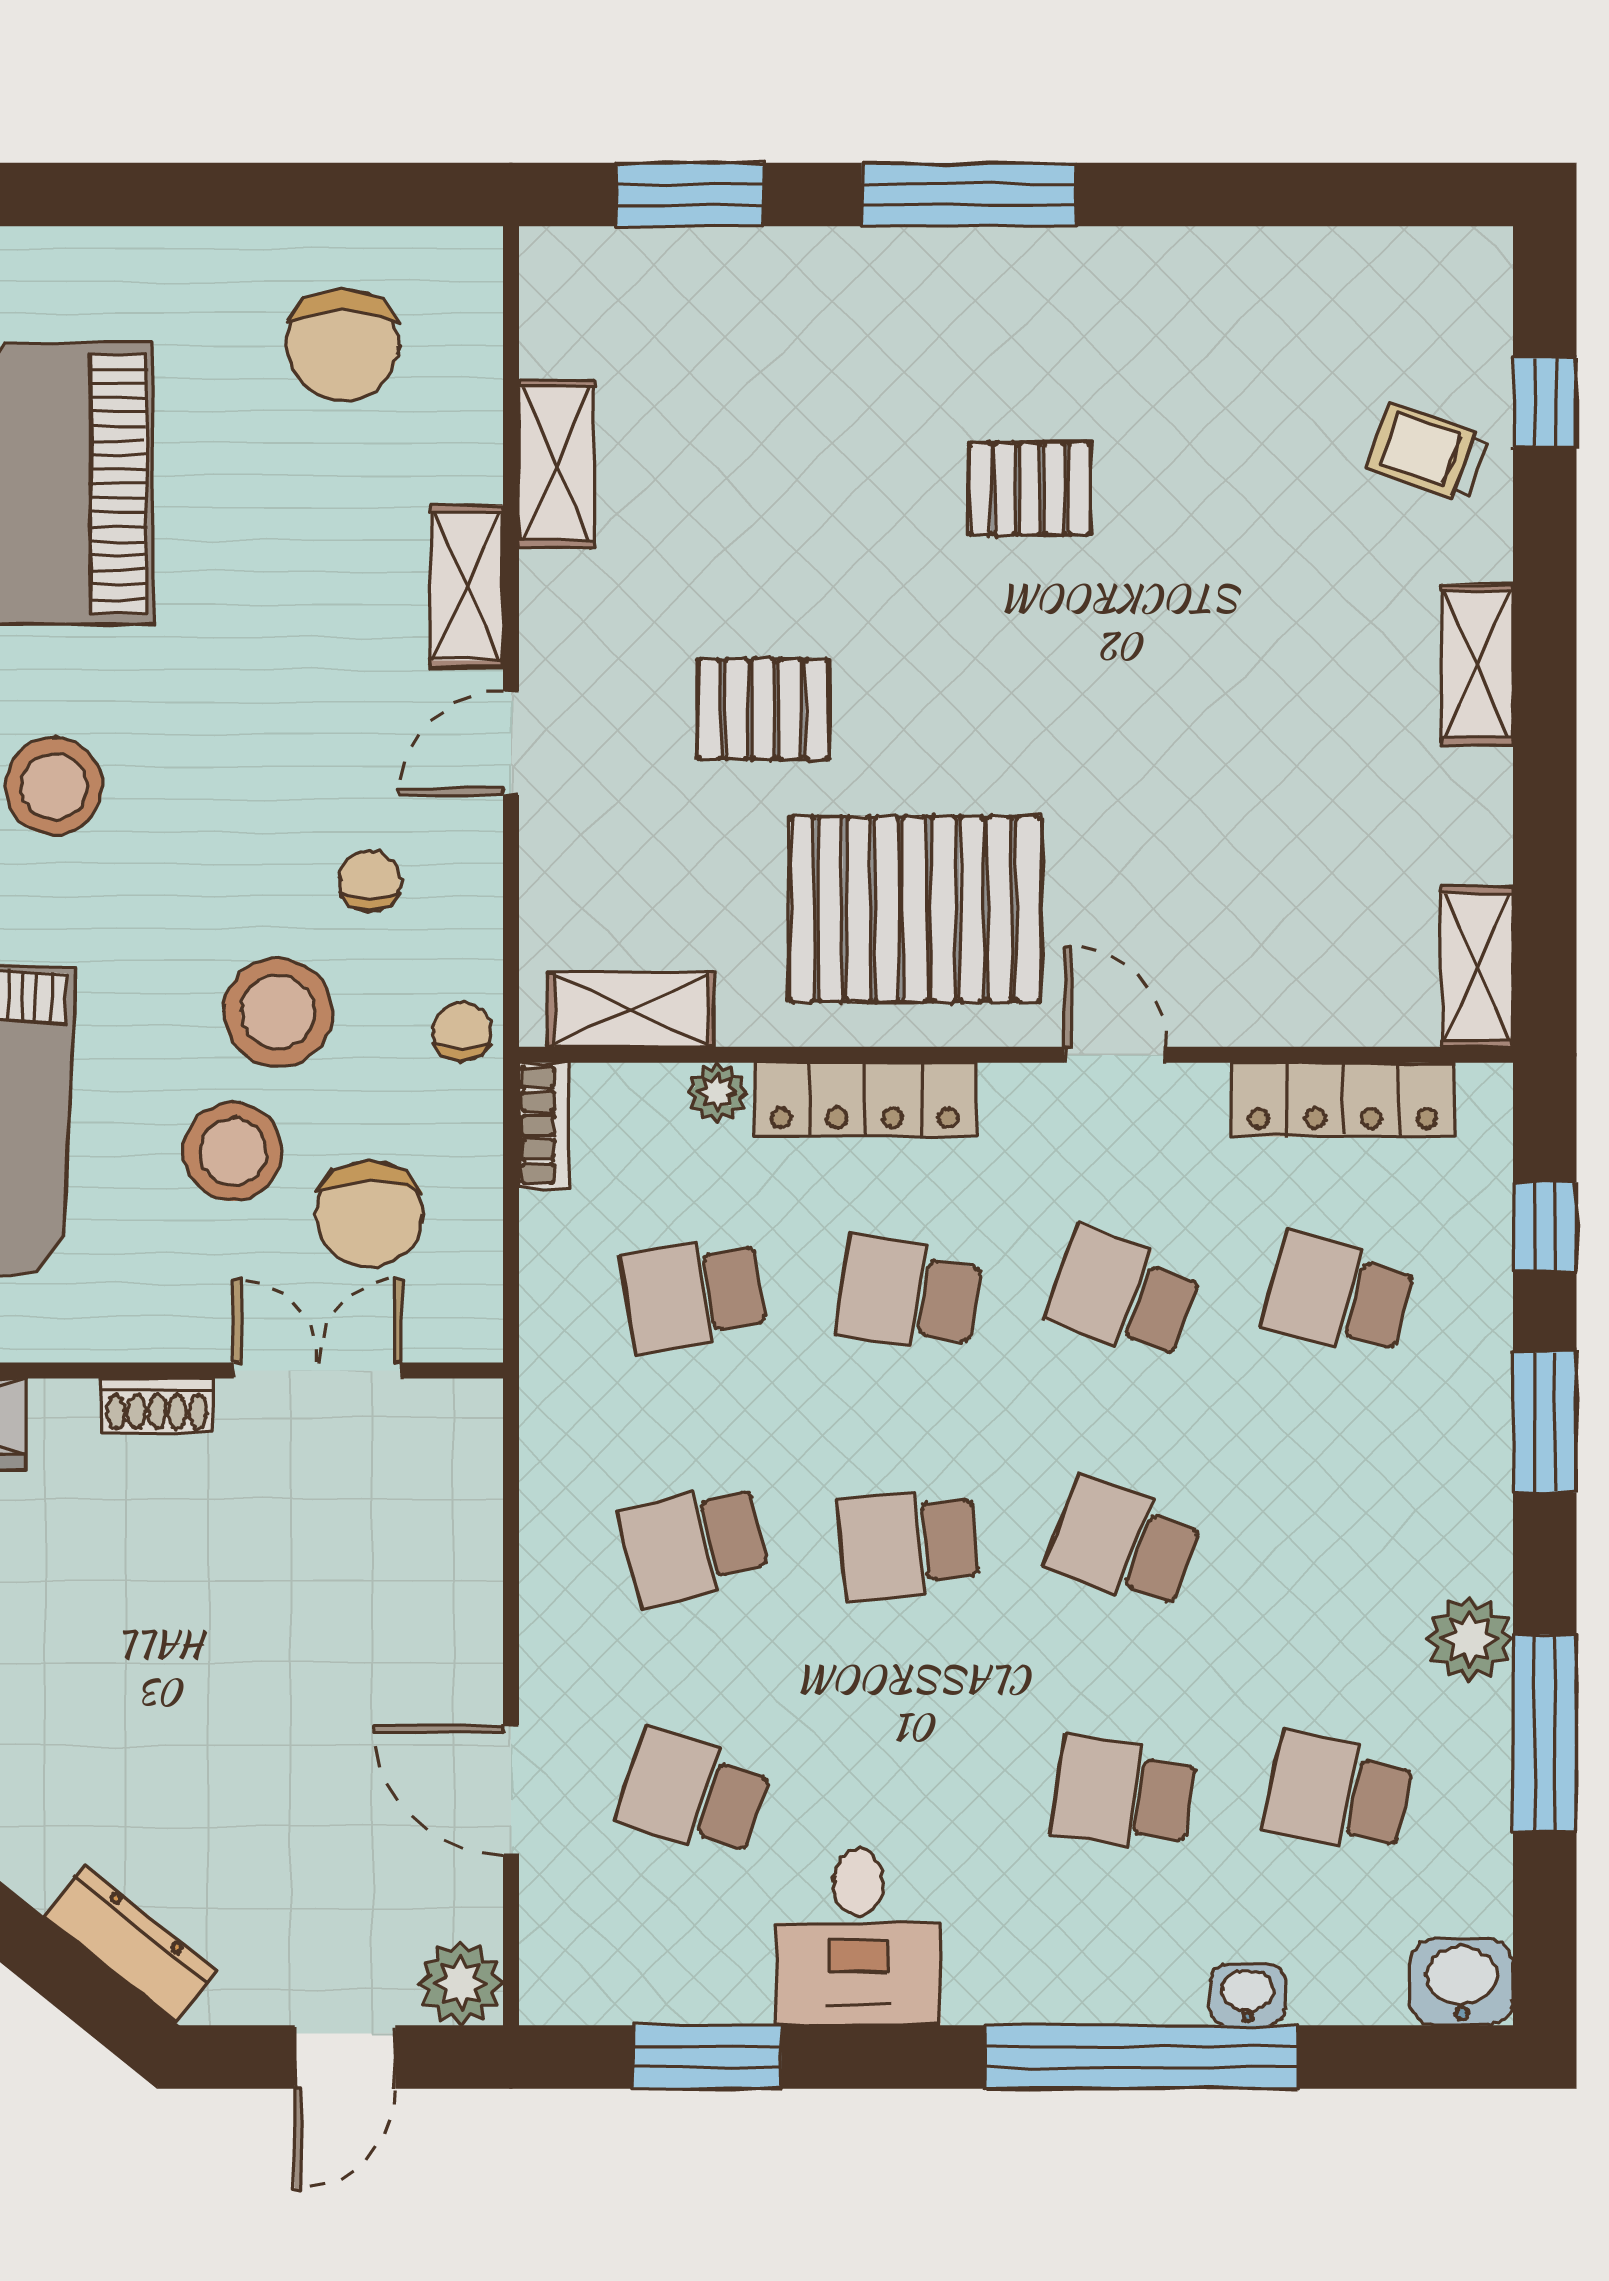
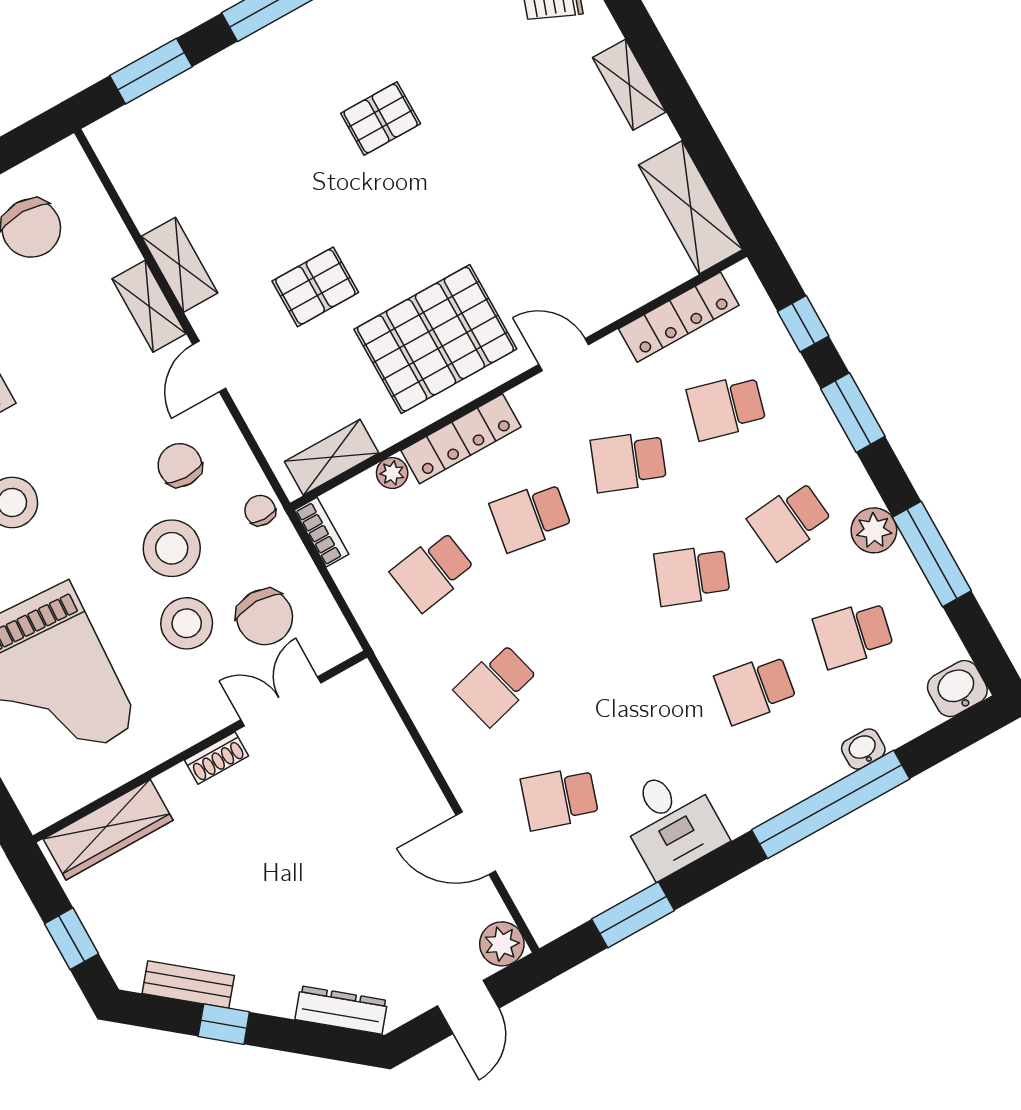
shelving: (556, 464) -> (180, 265), moved
chair: (370, 881) -> (180, 465), width x1.37, depth x1.37
shelving: (1477, 967) -> (691, 207), width x1.50, depth x1.33
school desk: (909, 1544) -> (790, 521), moved

